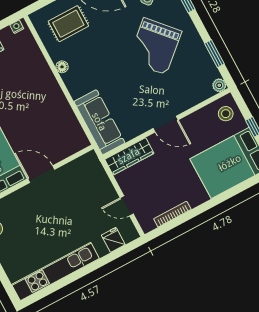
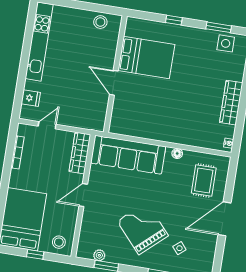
plant: (219, 85) -> (99, 255), moved
sofa: (99, 122) -> (128, 155), width x1.36, depth x1.27
door: (41, 174) -> (114, 83), swing flipped

